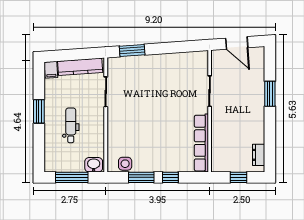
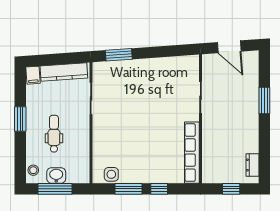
stool: (51, 160) -> (33, 170), added
washbasin: (94, 165) -> (56, 175), moved

